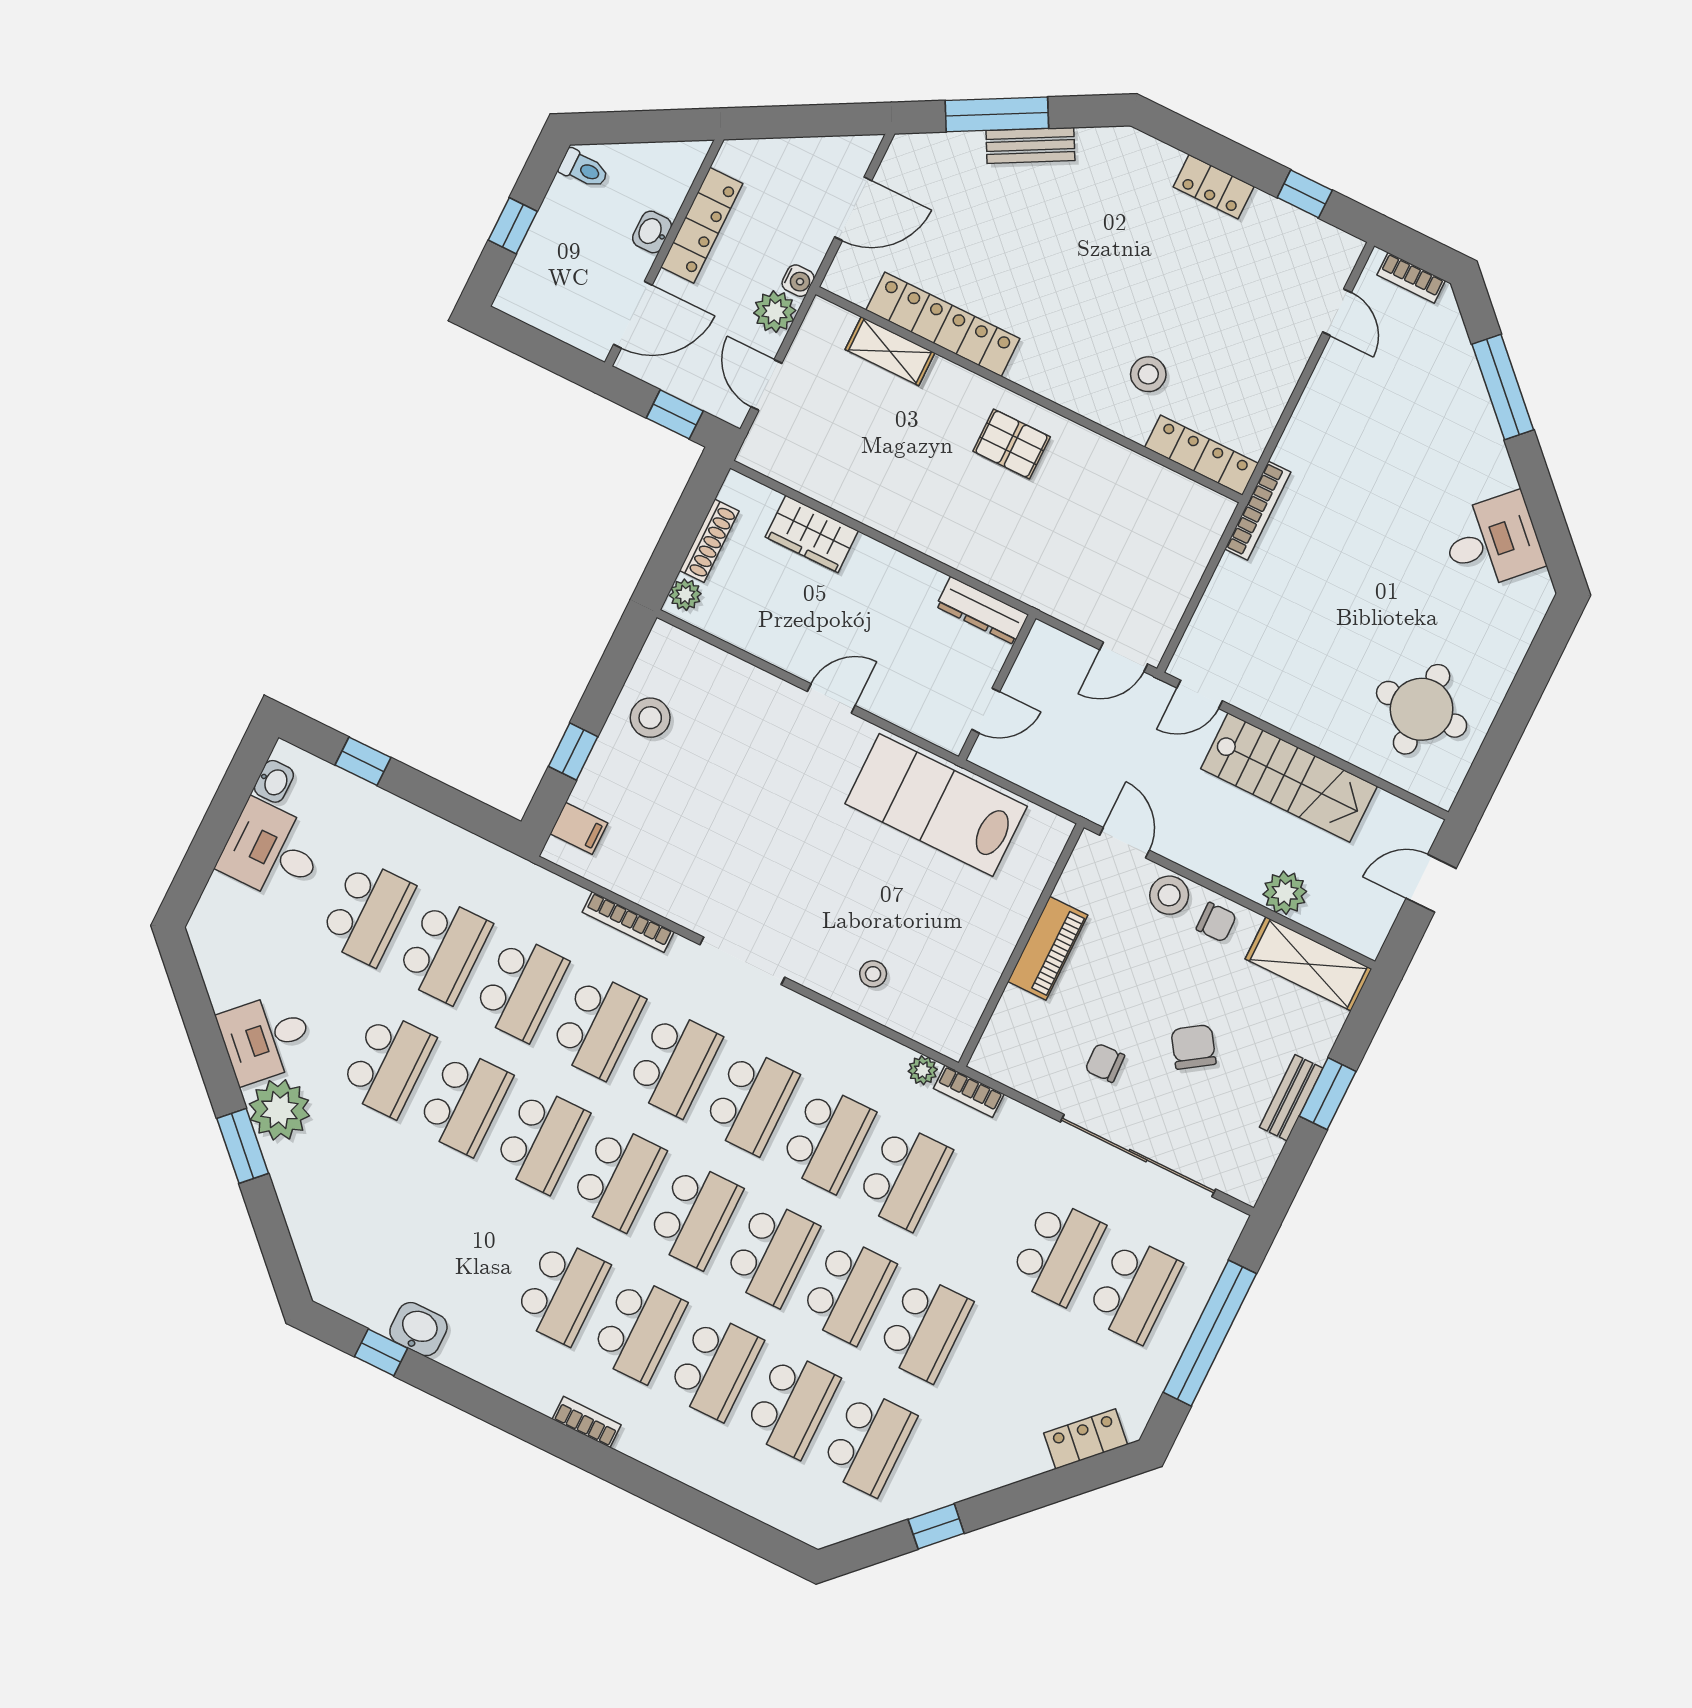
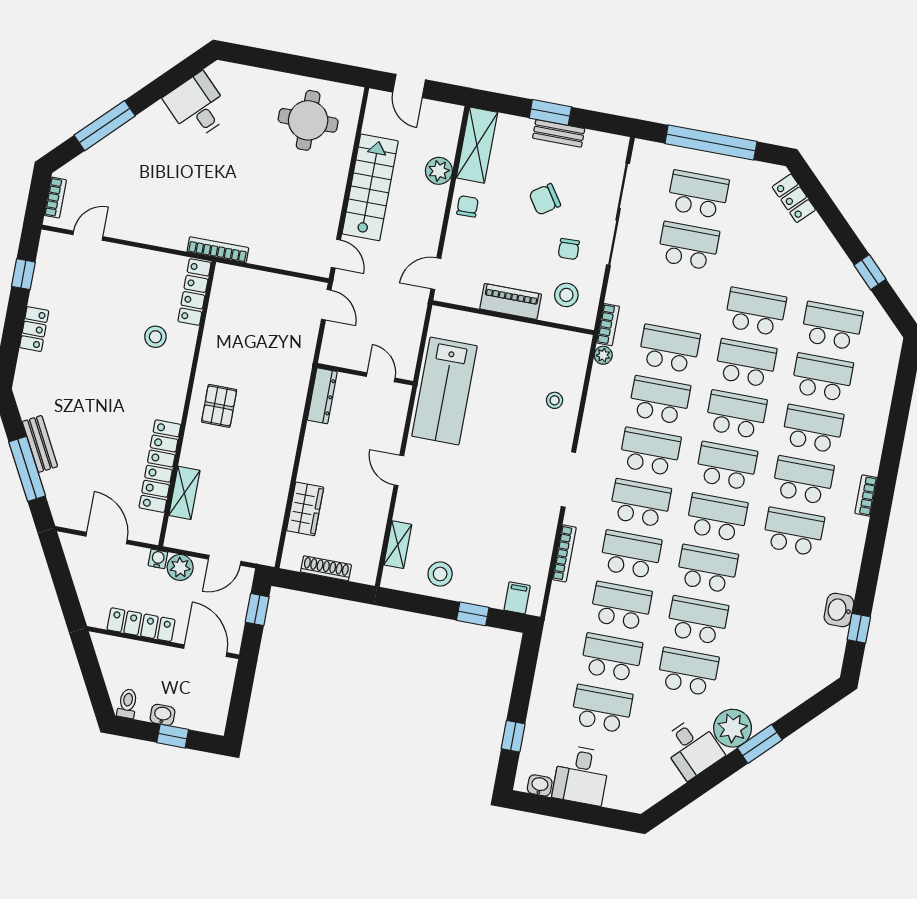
washbasin: (652, 232) -> (162, 715), moved, turned 180
plant: (685, 595) -> (362, 574), removed
shelving: (715, 664) -> (398, 545), added
stool: (1169, 895) -> (566, 295), moved

